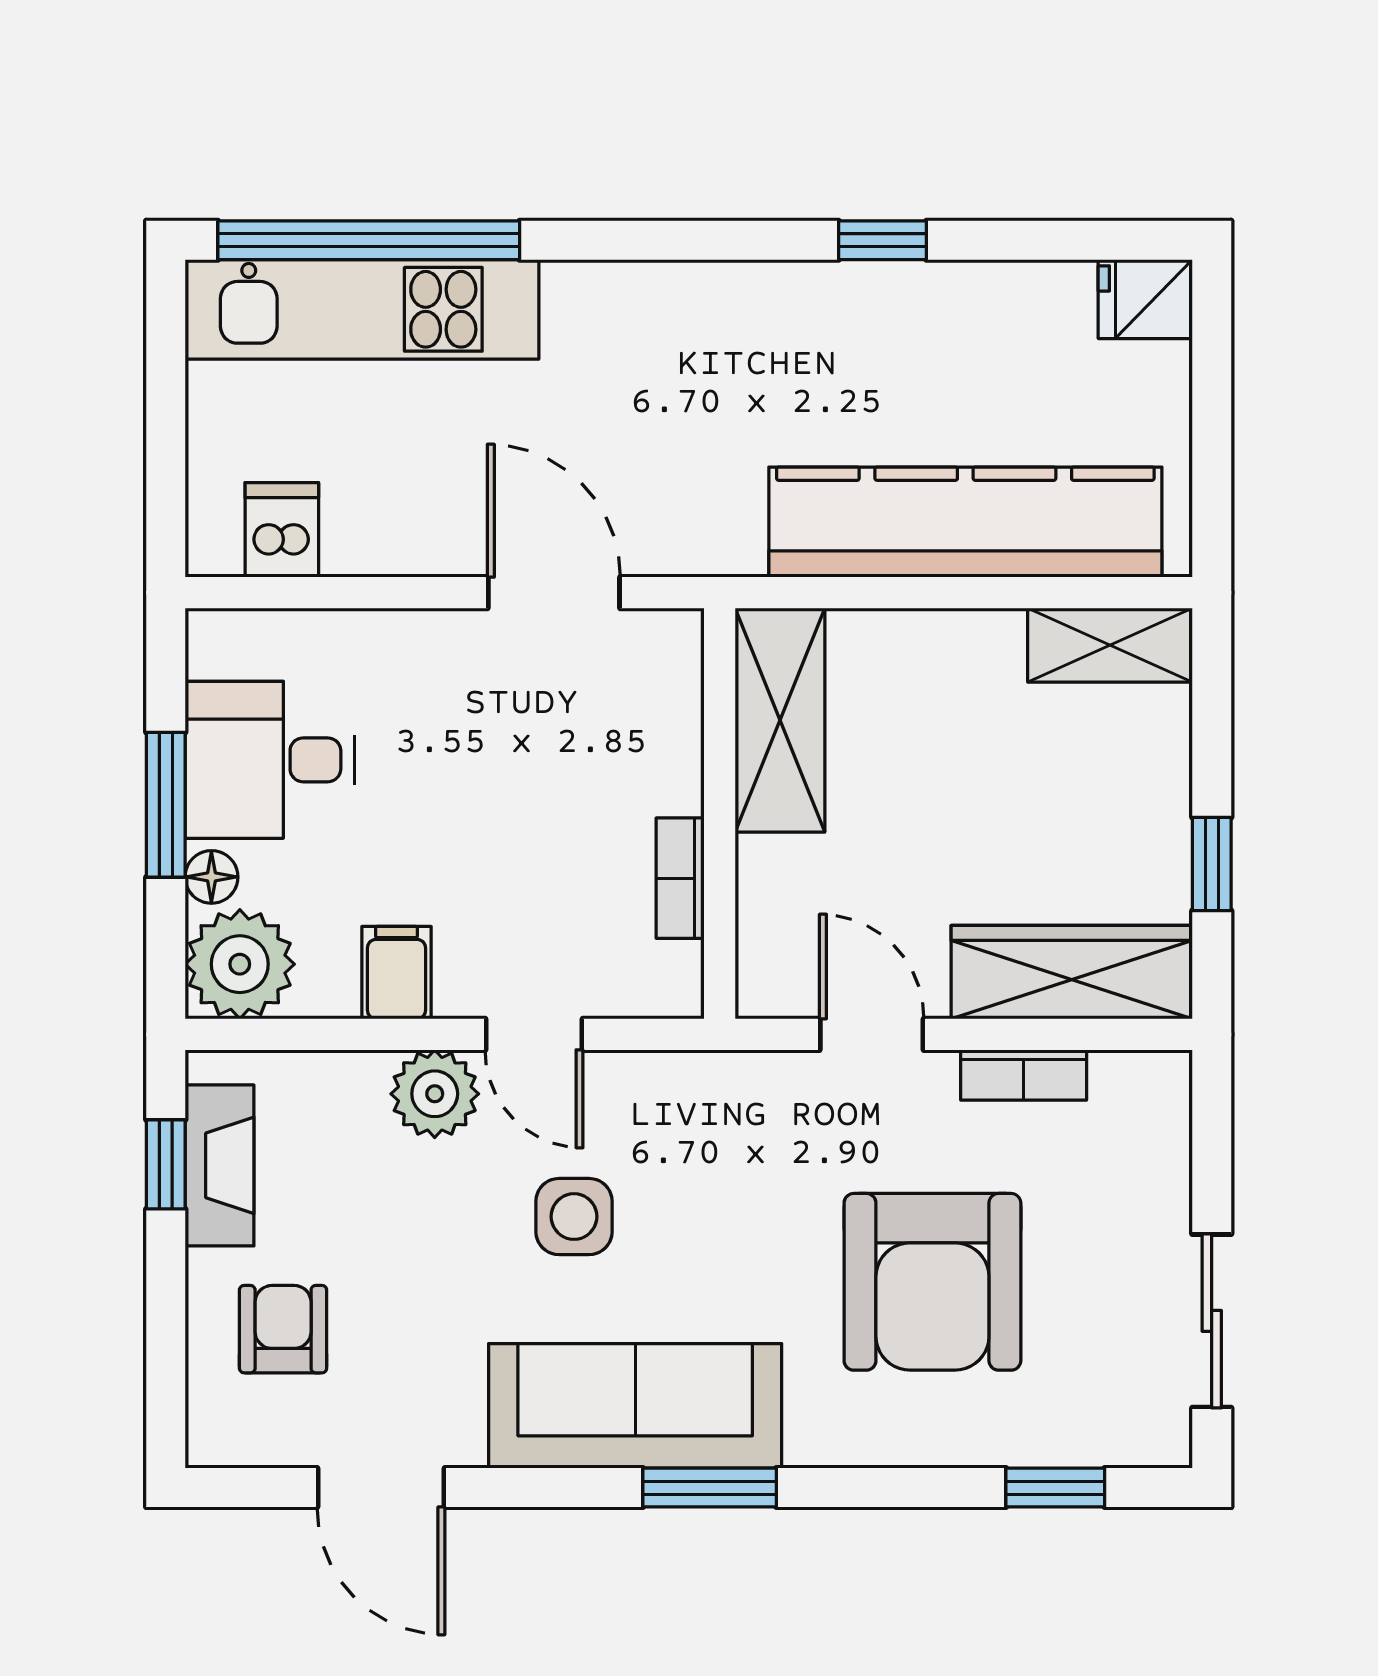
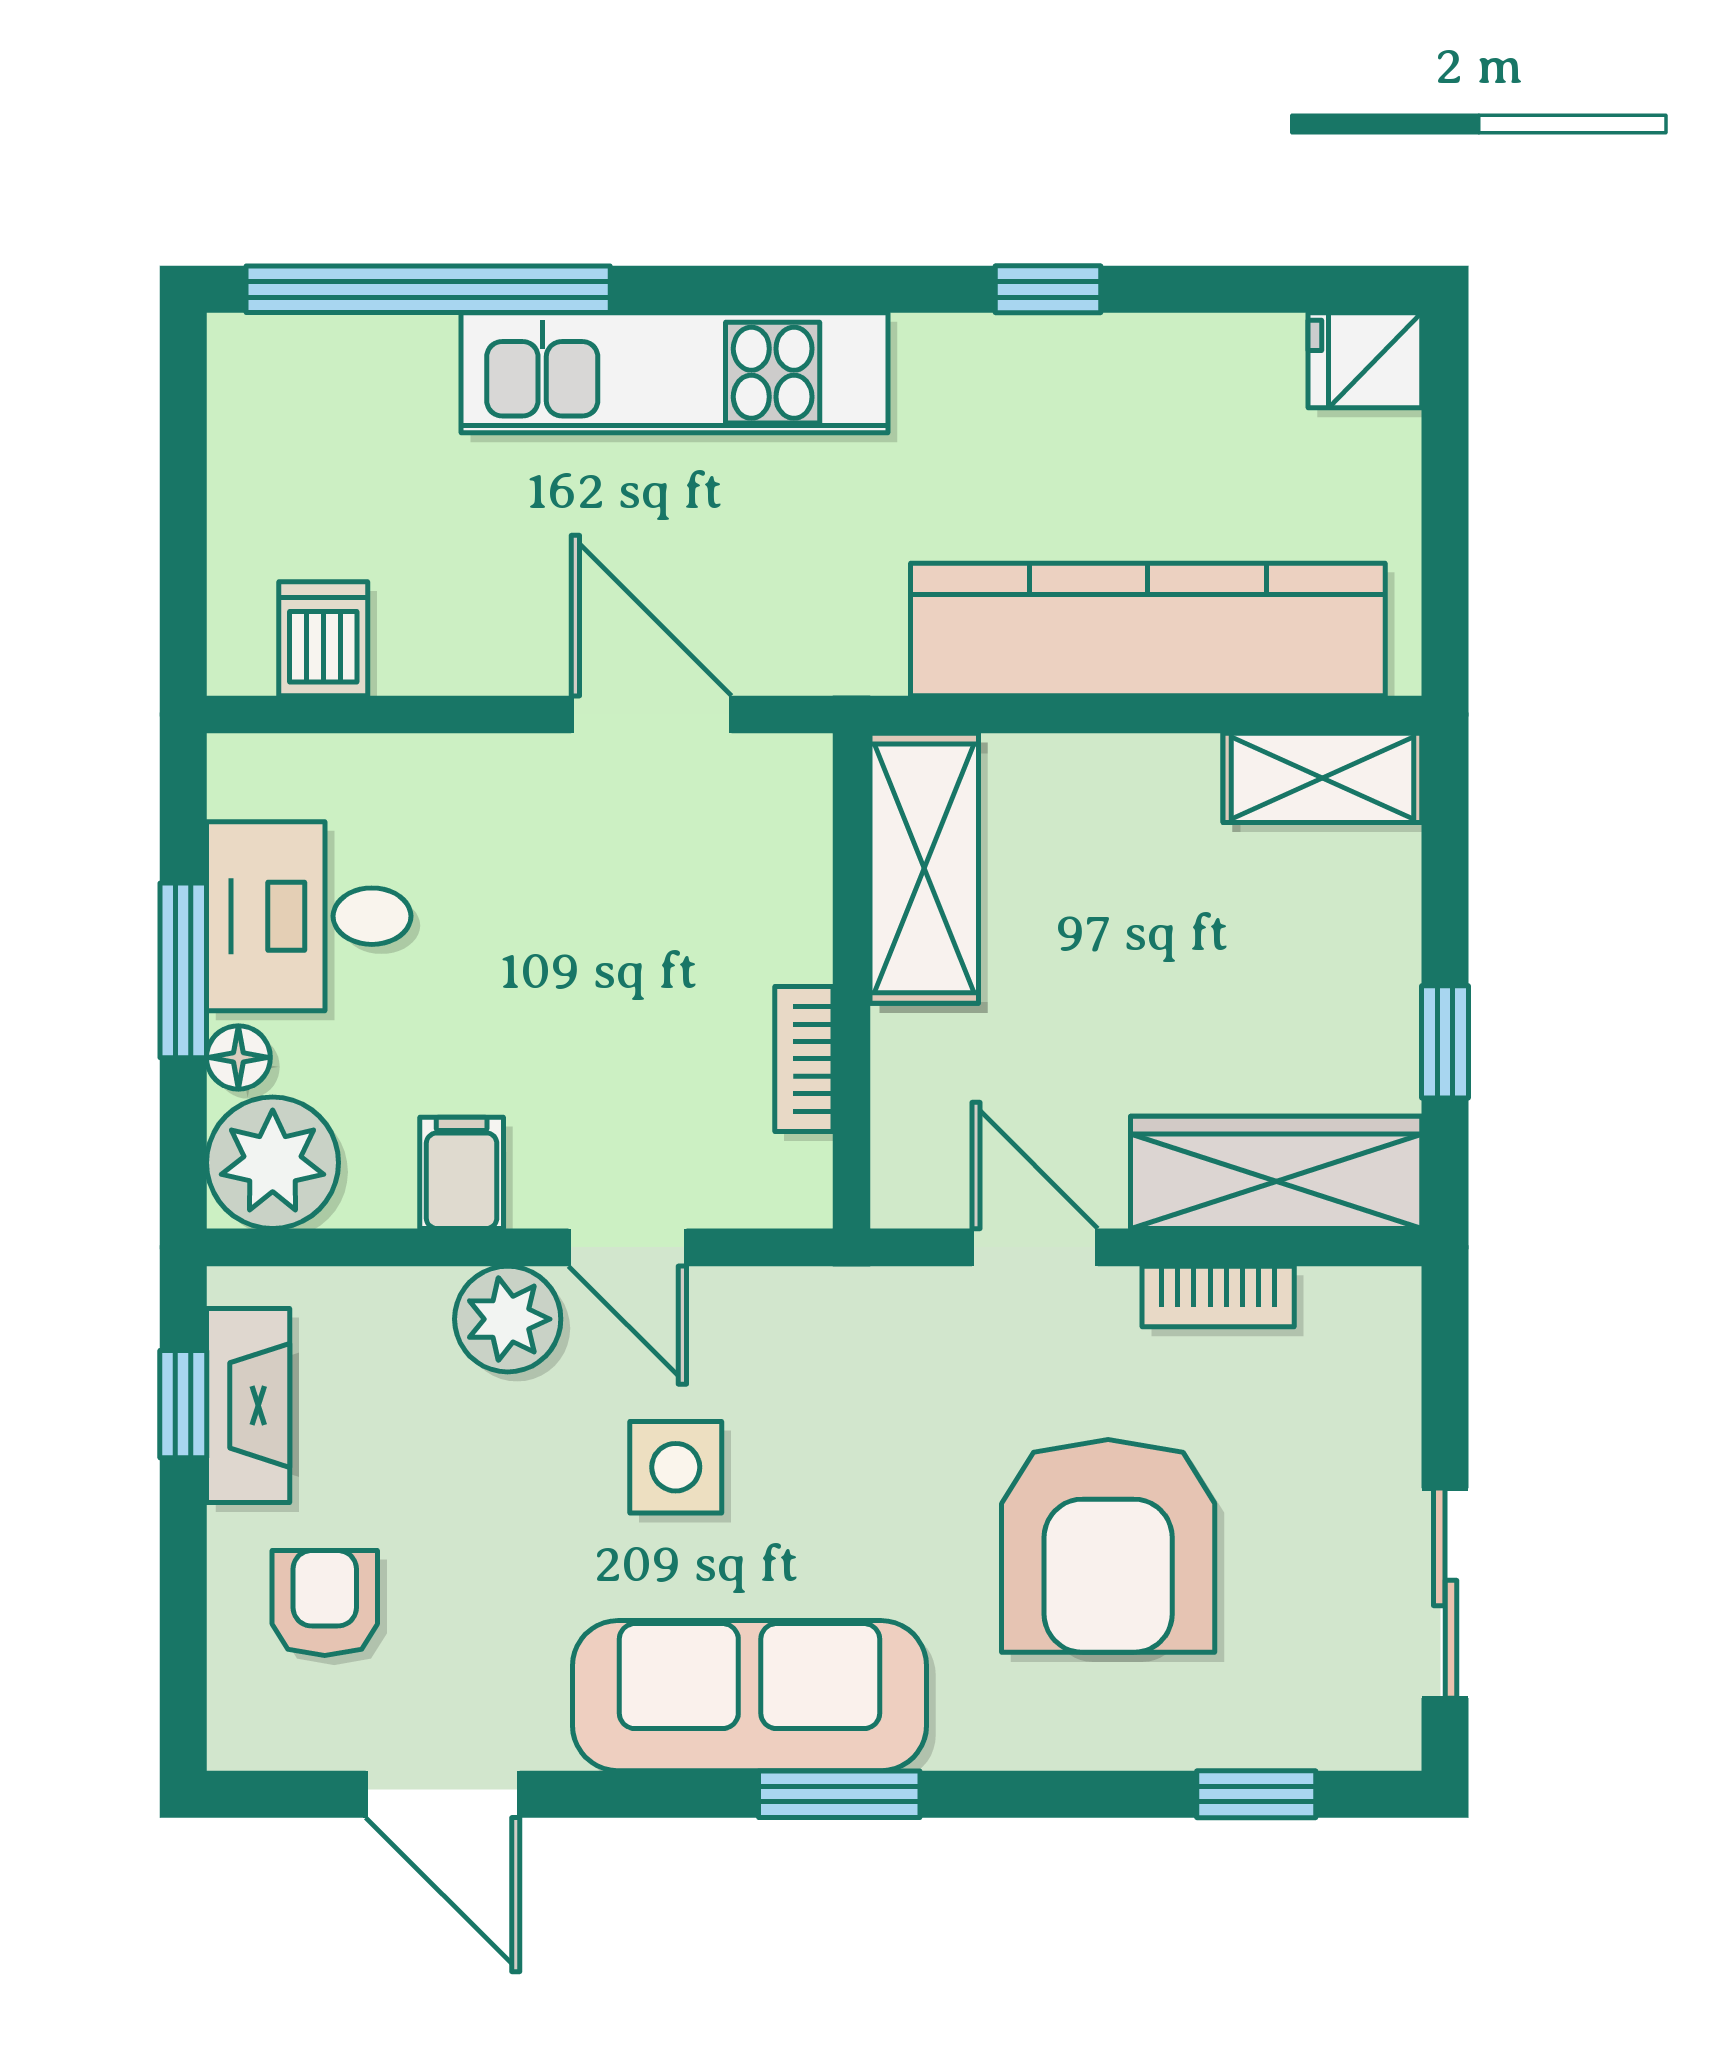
kitchen unit: (362, 309) -> (674, 373), moved

